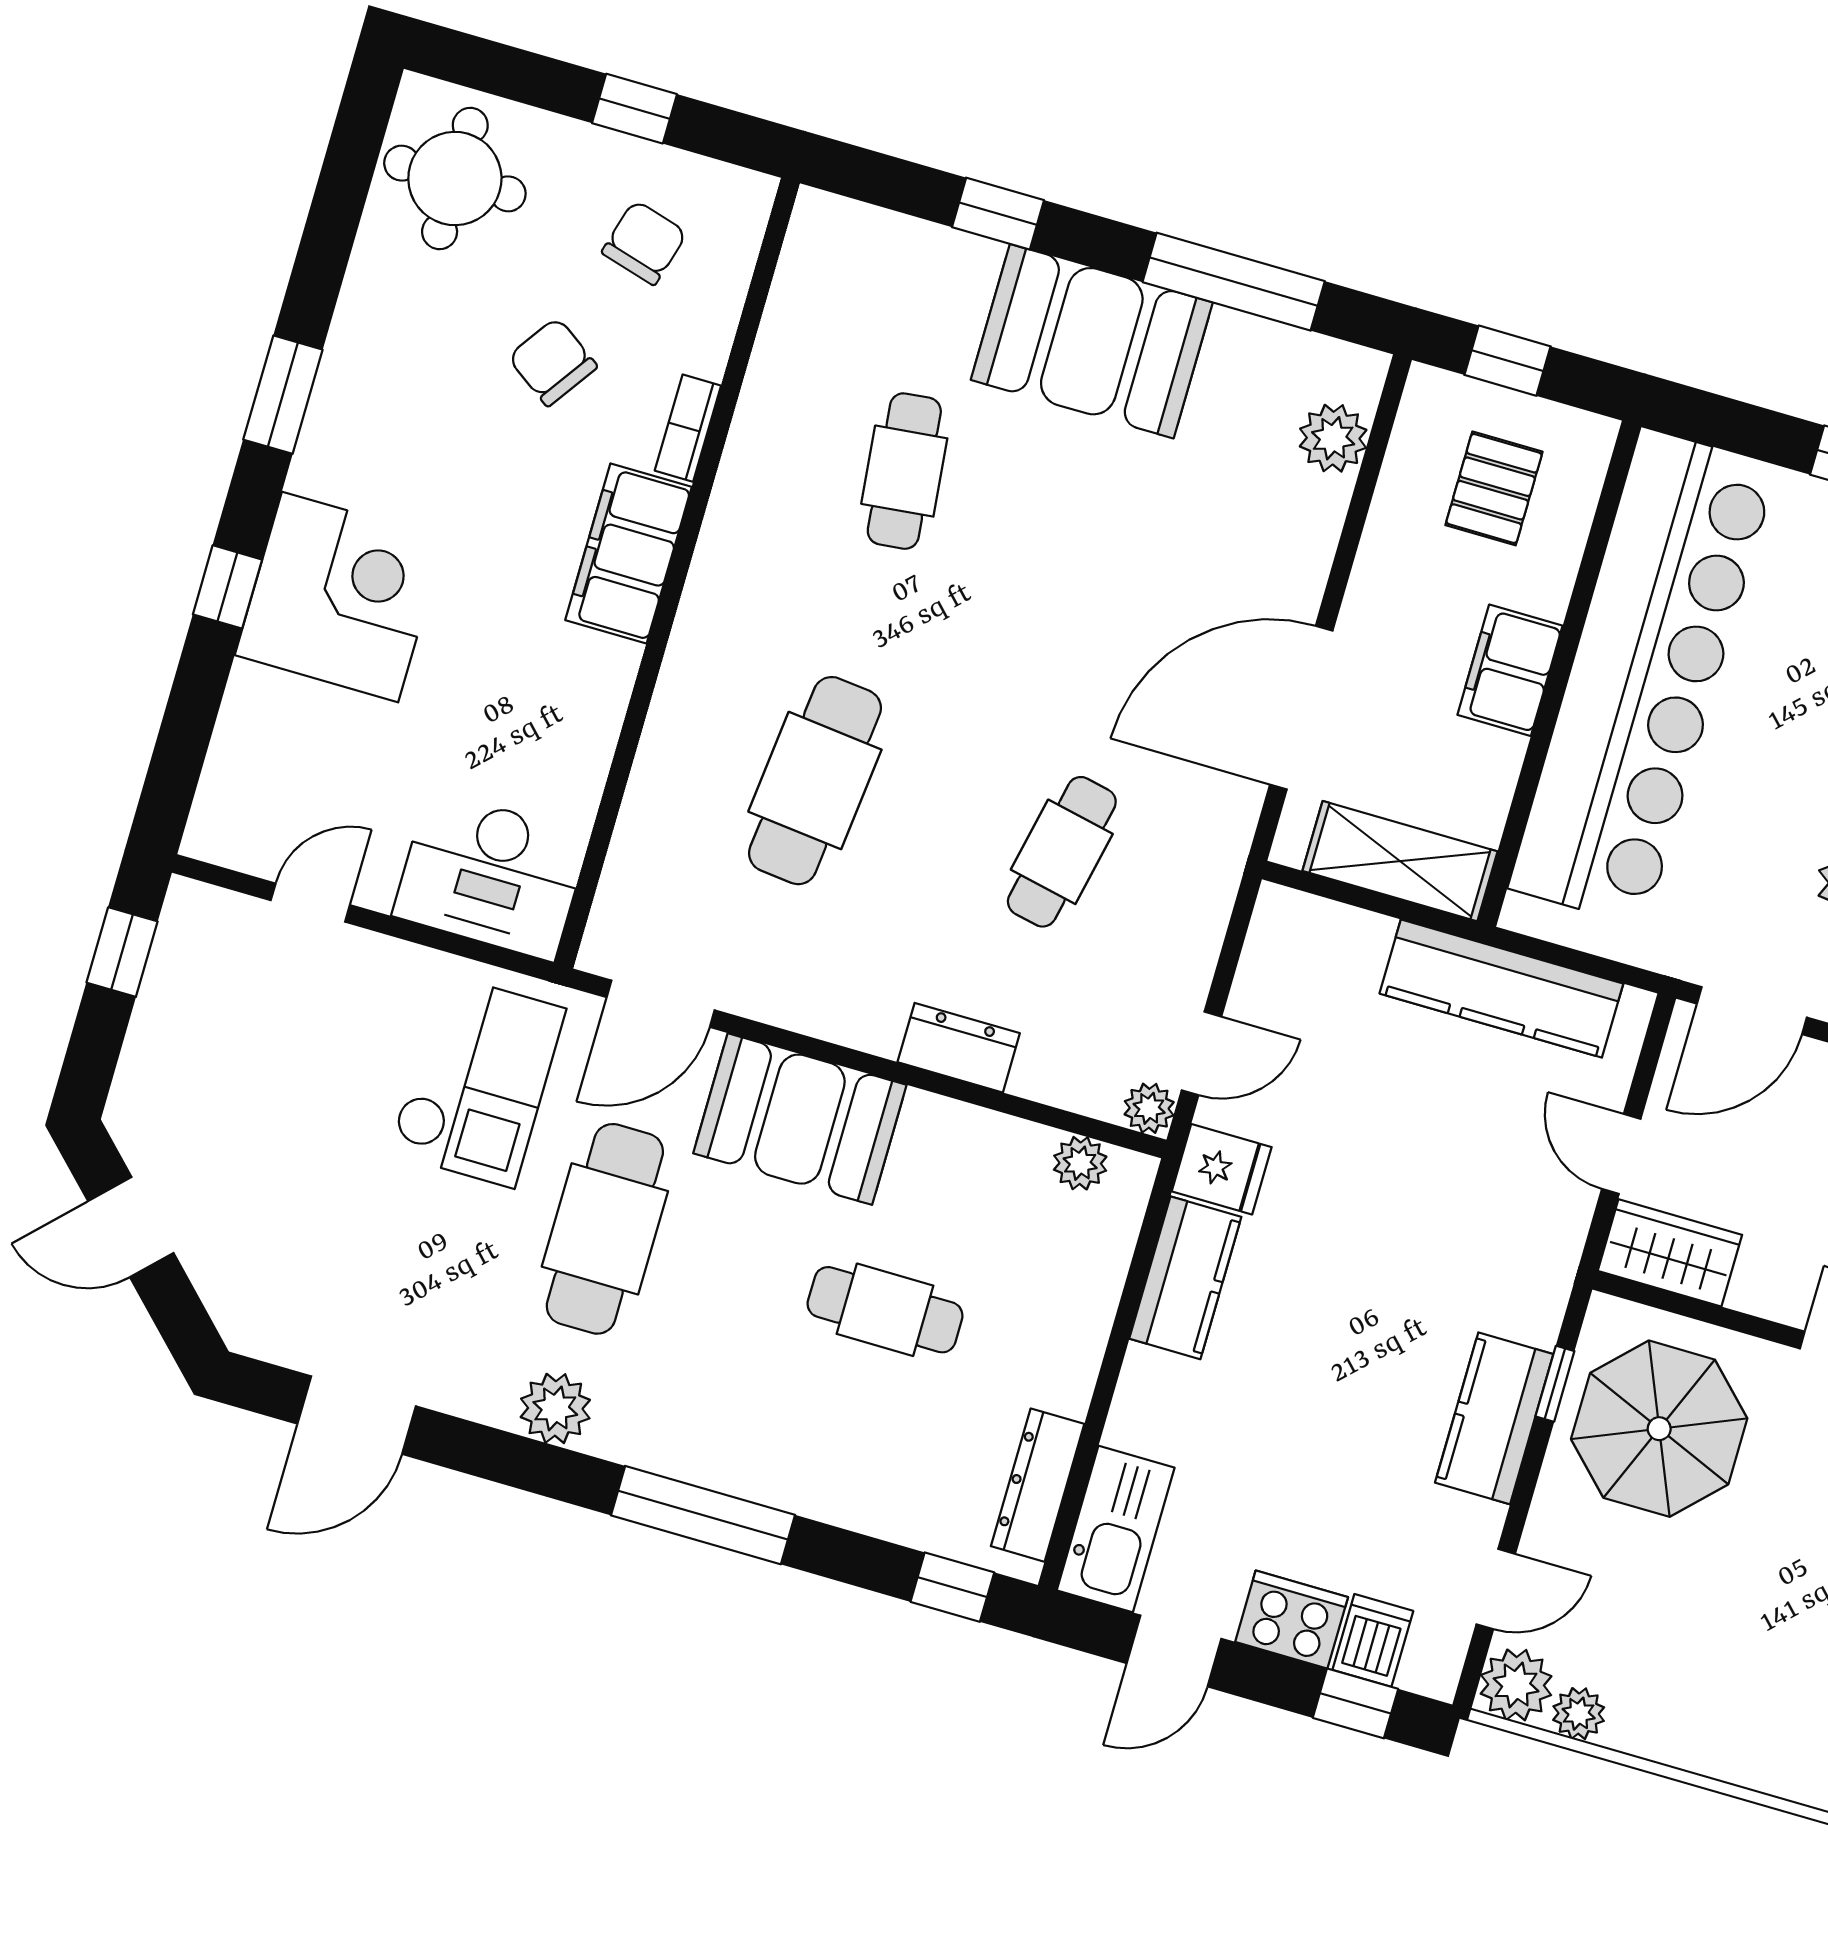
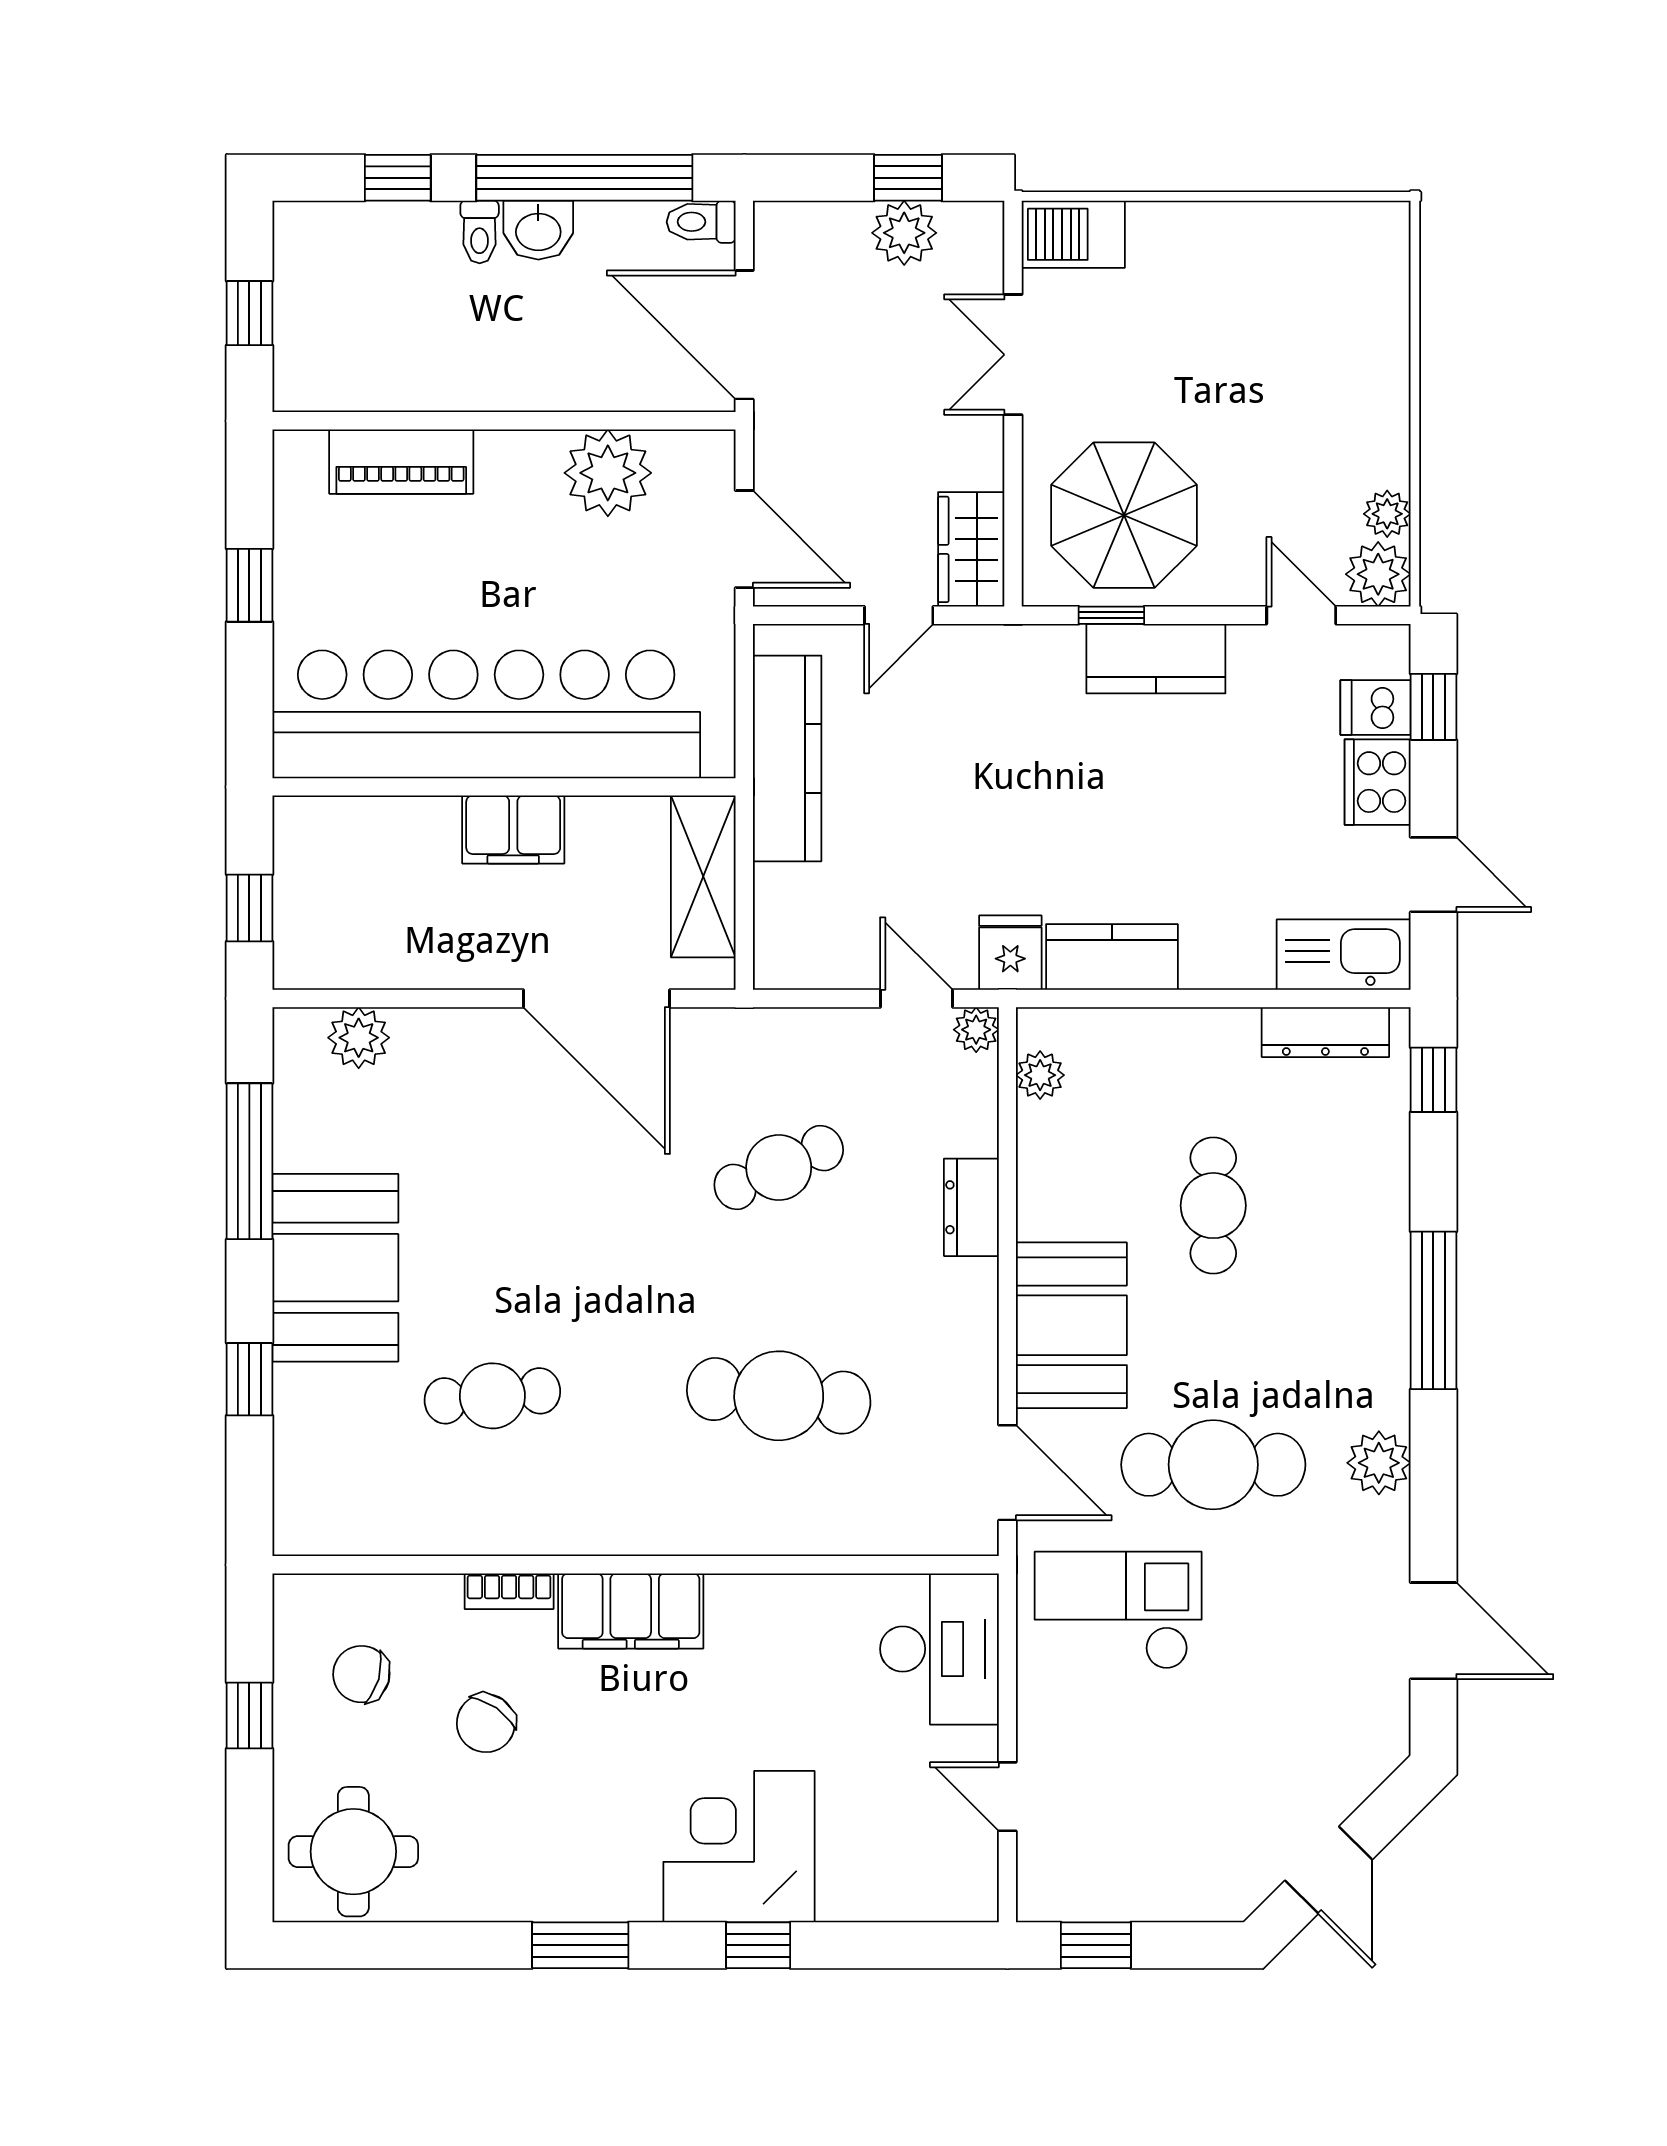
pallet: (1494, 488) -> (362, 888), removed
cafe table: (1062, 852) -> (779, 1168), turned -36

